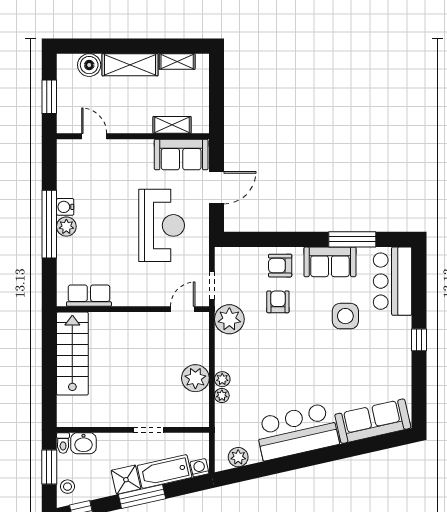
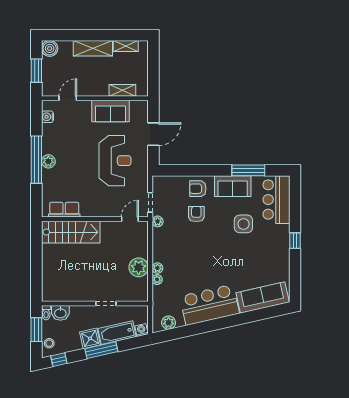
boiler: (89, 65) -> (50, 48), moved
door: (94, 136) -> (68, 98), hinge flipped
sofa: (181, 154) -> (111, 111), moved
water cooler: (65, 207) -> (48, 117), moved
plant: (229, 319) -> (158, 221), width x0.53, depth x0.53
stairs: (72, 354) -> (71, 232), moved, turned 90

